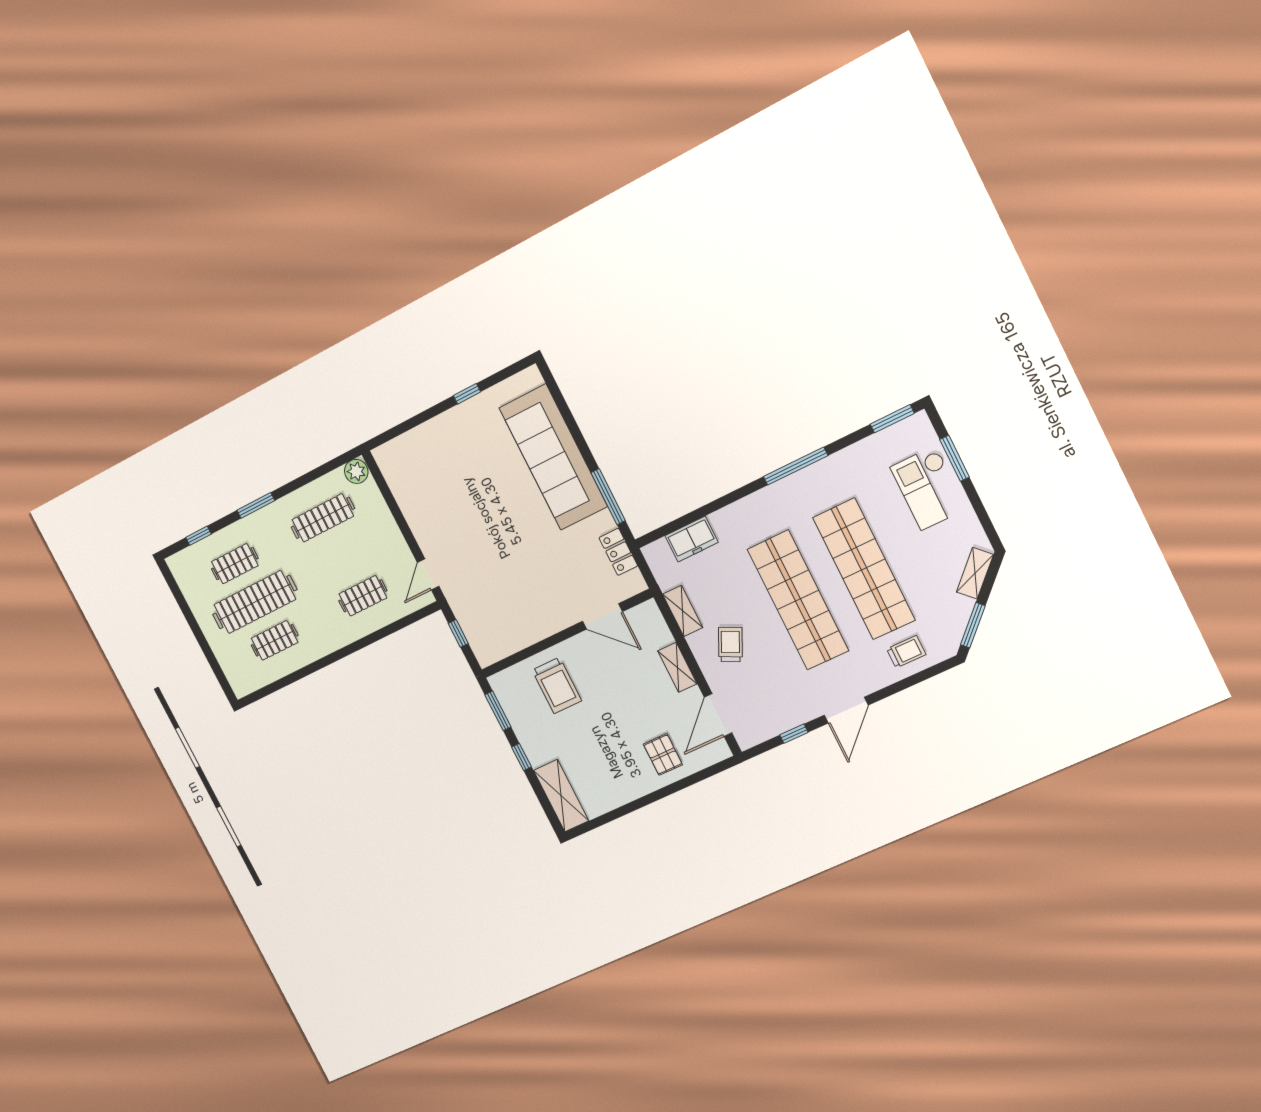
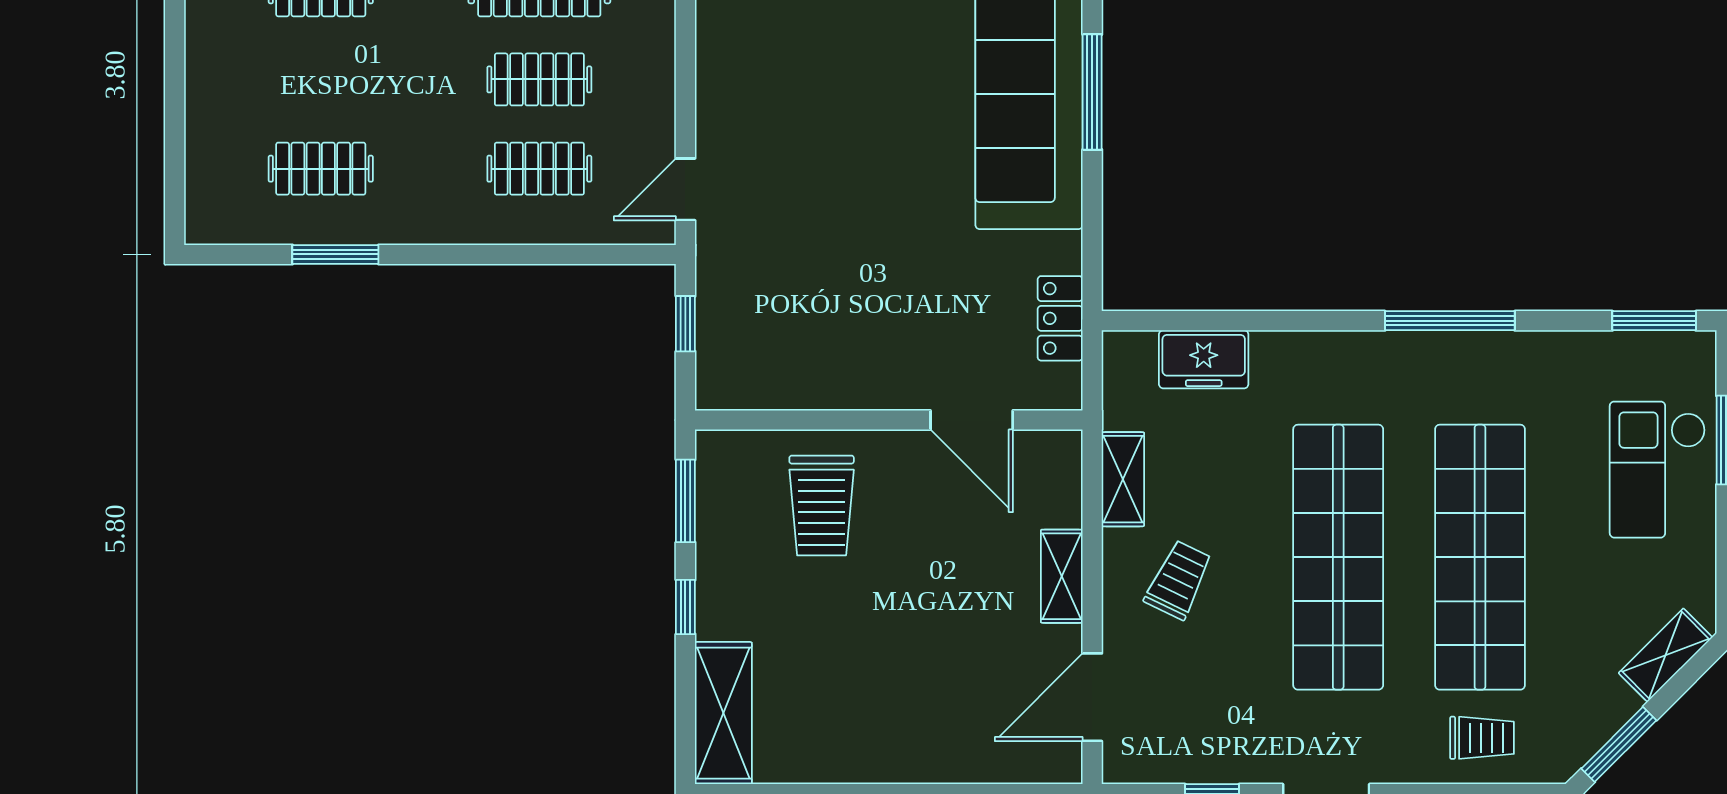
window: (608, 497) -> (1092, 92), moved
clothes rail: (255, 602) -> (539, 79), moved, width x0.54, depth x0.76
window: (299, 674) -> (335, 254), added
pallet: (663, 754) -> (954, 723), removed

